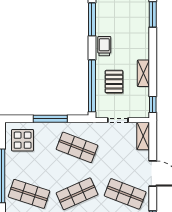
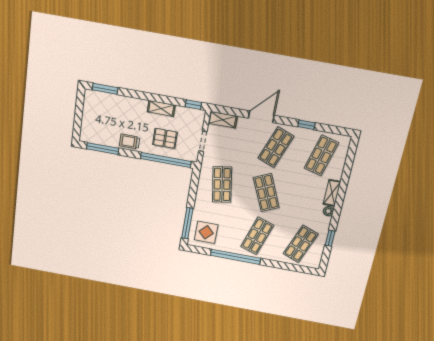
window: (50, 119) -> (187, 223), moved
shop shelf: (77, 147) -> (222, 185), turned -30

